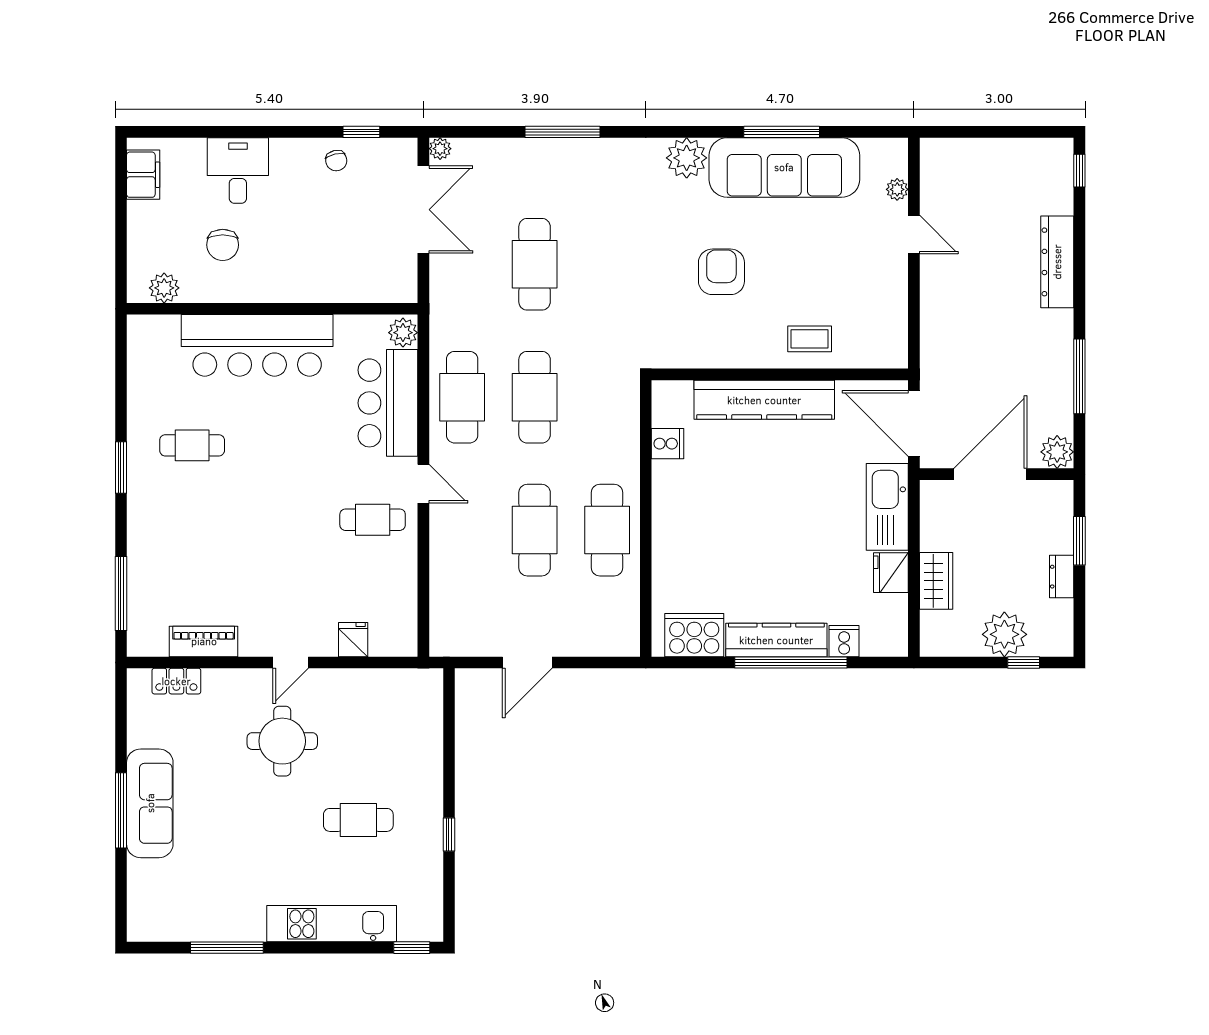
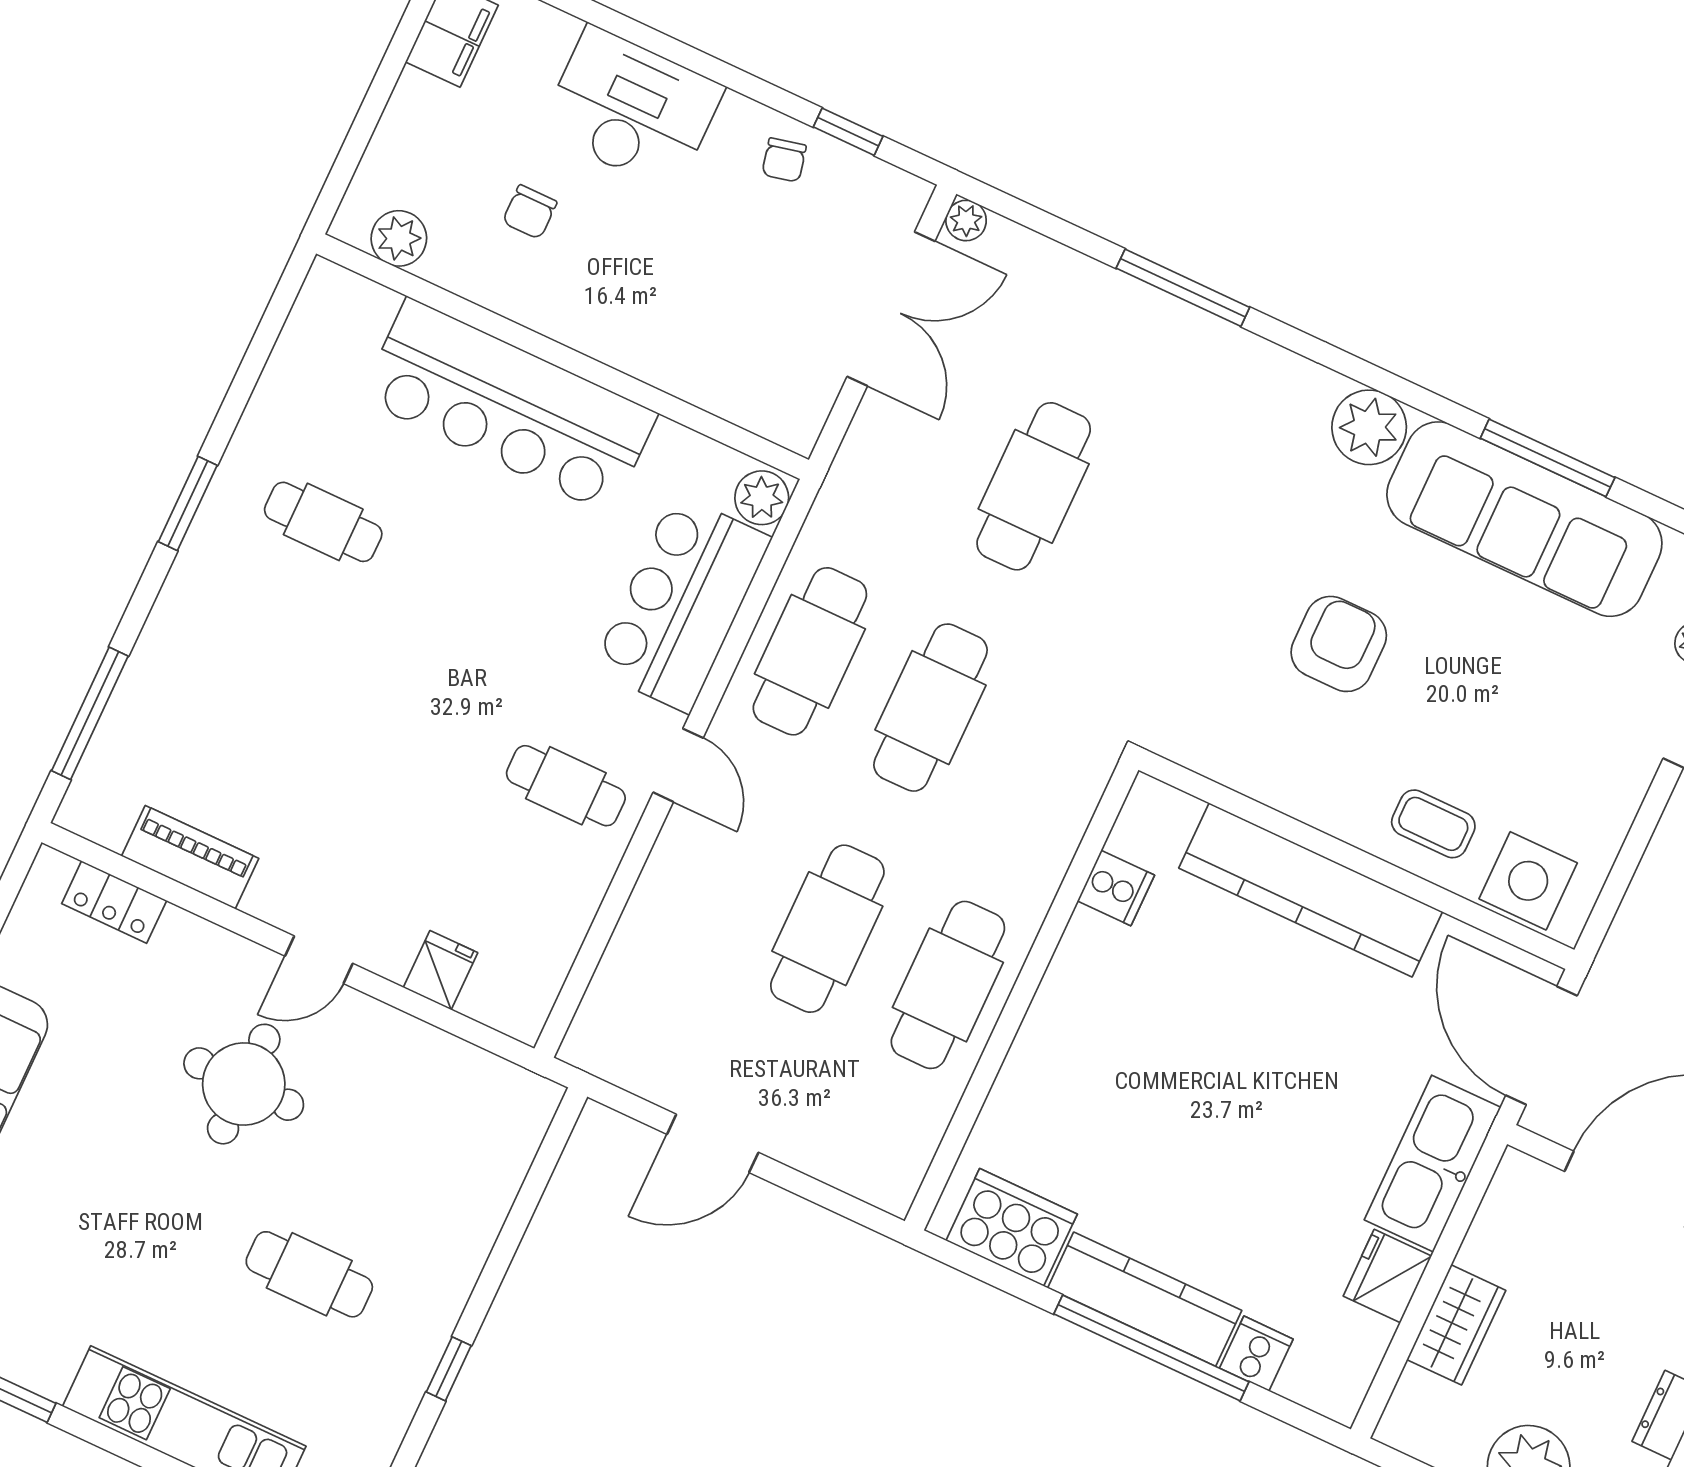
desk: (238, 170) -> (632, 109), width x1.37
chair: (223, 245) -> (530, 212), width x0.73, depth x0.73
side table: (869, 345) -> (1528, 881), added

